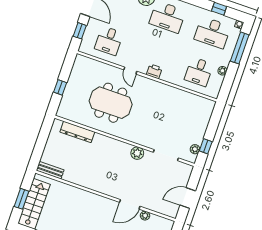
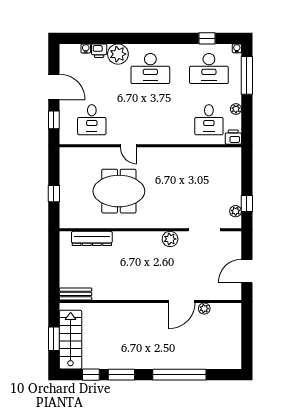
printer: (154, 71) -> (233, 137), moved

